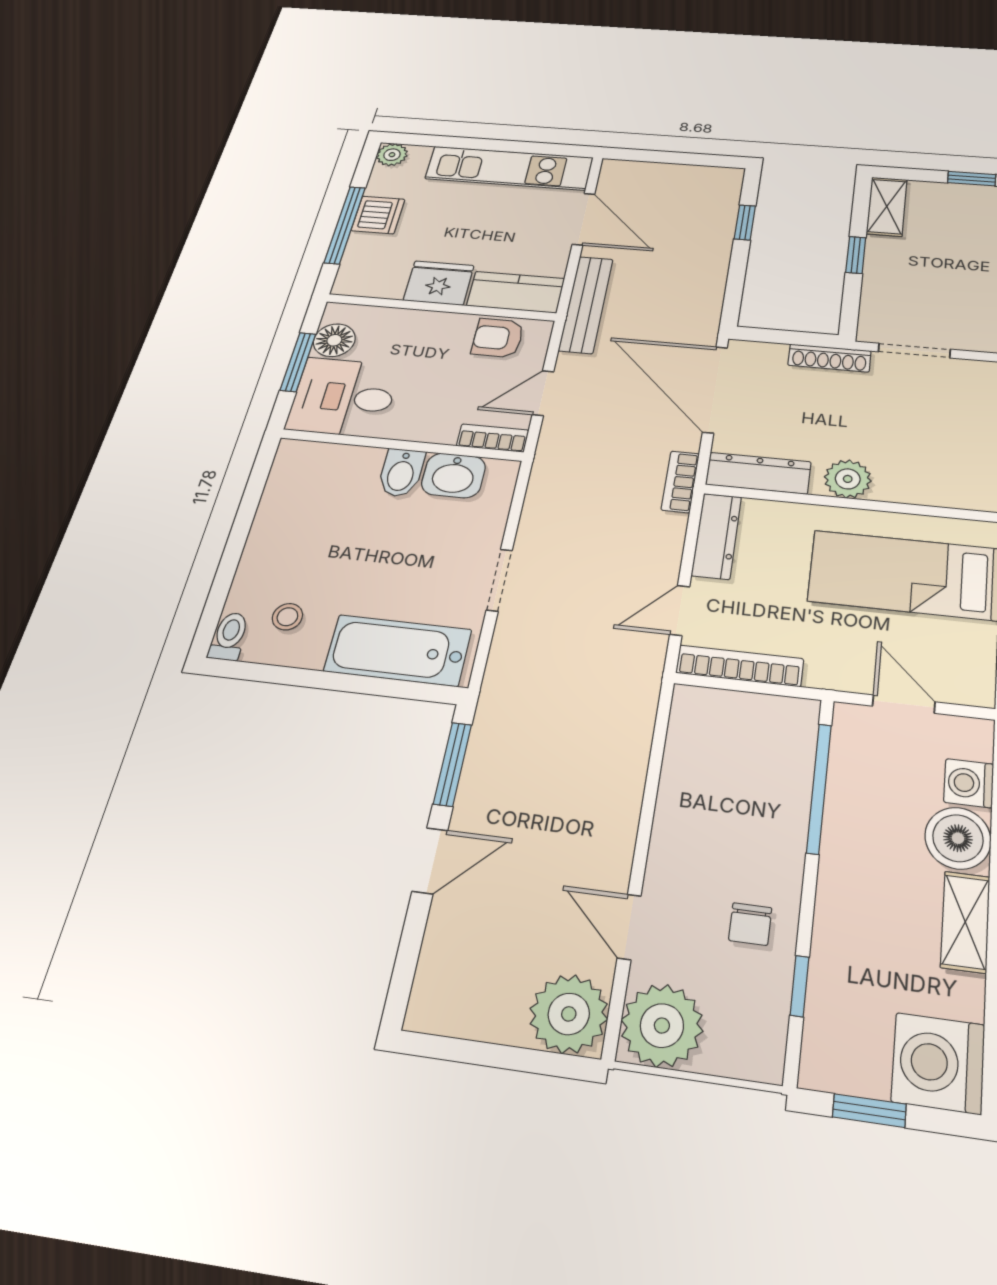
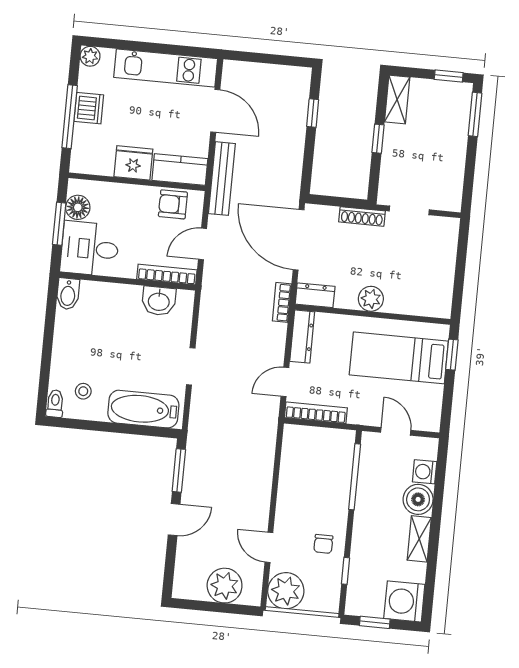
bookcase: (493, 438) -> (167, 275), width x1.56
bidet: (401, 473) -> (68, 294), moved
dresser: (758, 473) -> (315, 295), width x0.70
plant: (569, 1014) -> (225, 586), moved

